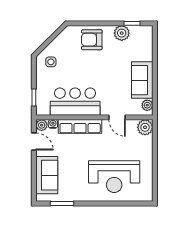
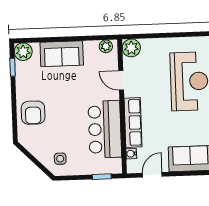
plant: (122, 33) -> (23, 52), moved
sofa: (142, 80) -> (62, 54), moved
door: (117, 117) -> (121, 80), swing flipped
plant: (42, 125) -> (133, 167), removed

